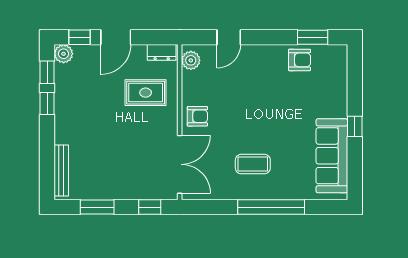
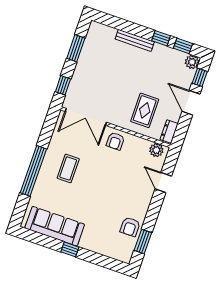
bench: (61, 170) -> (135, 40), moved

